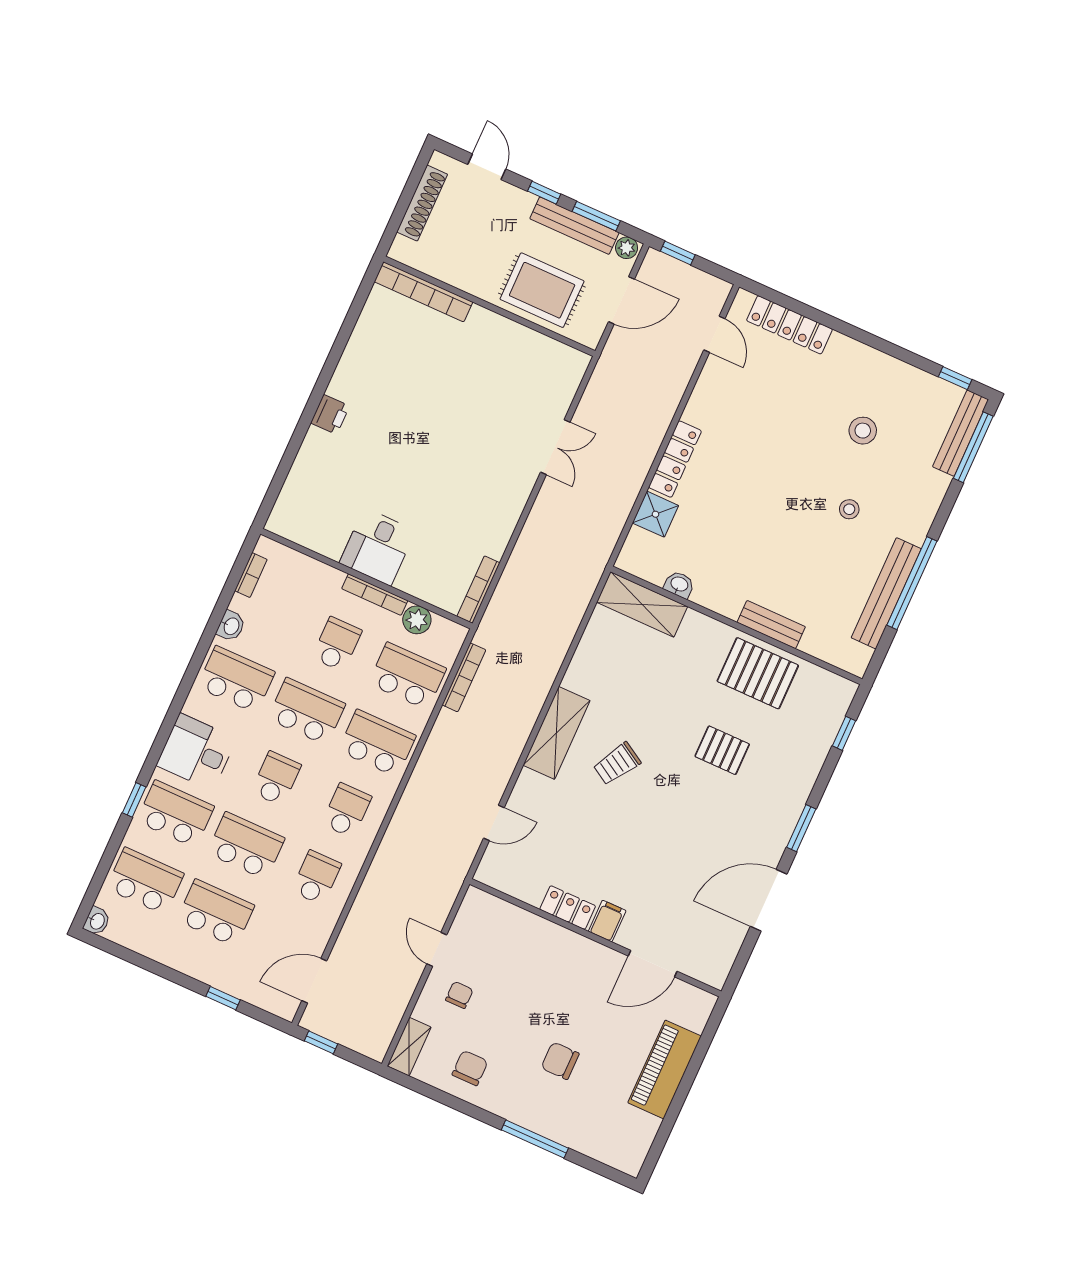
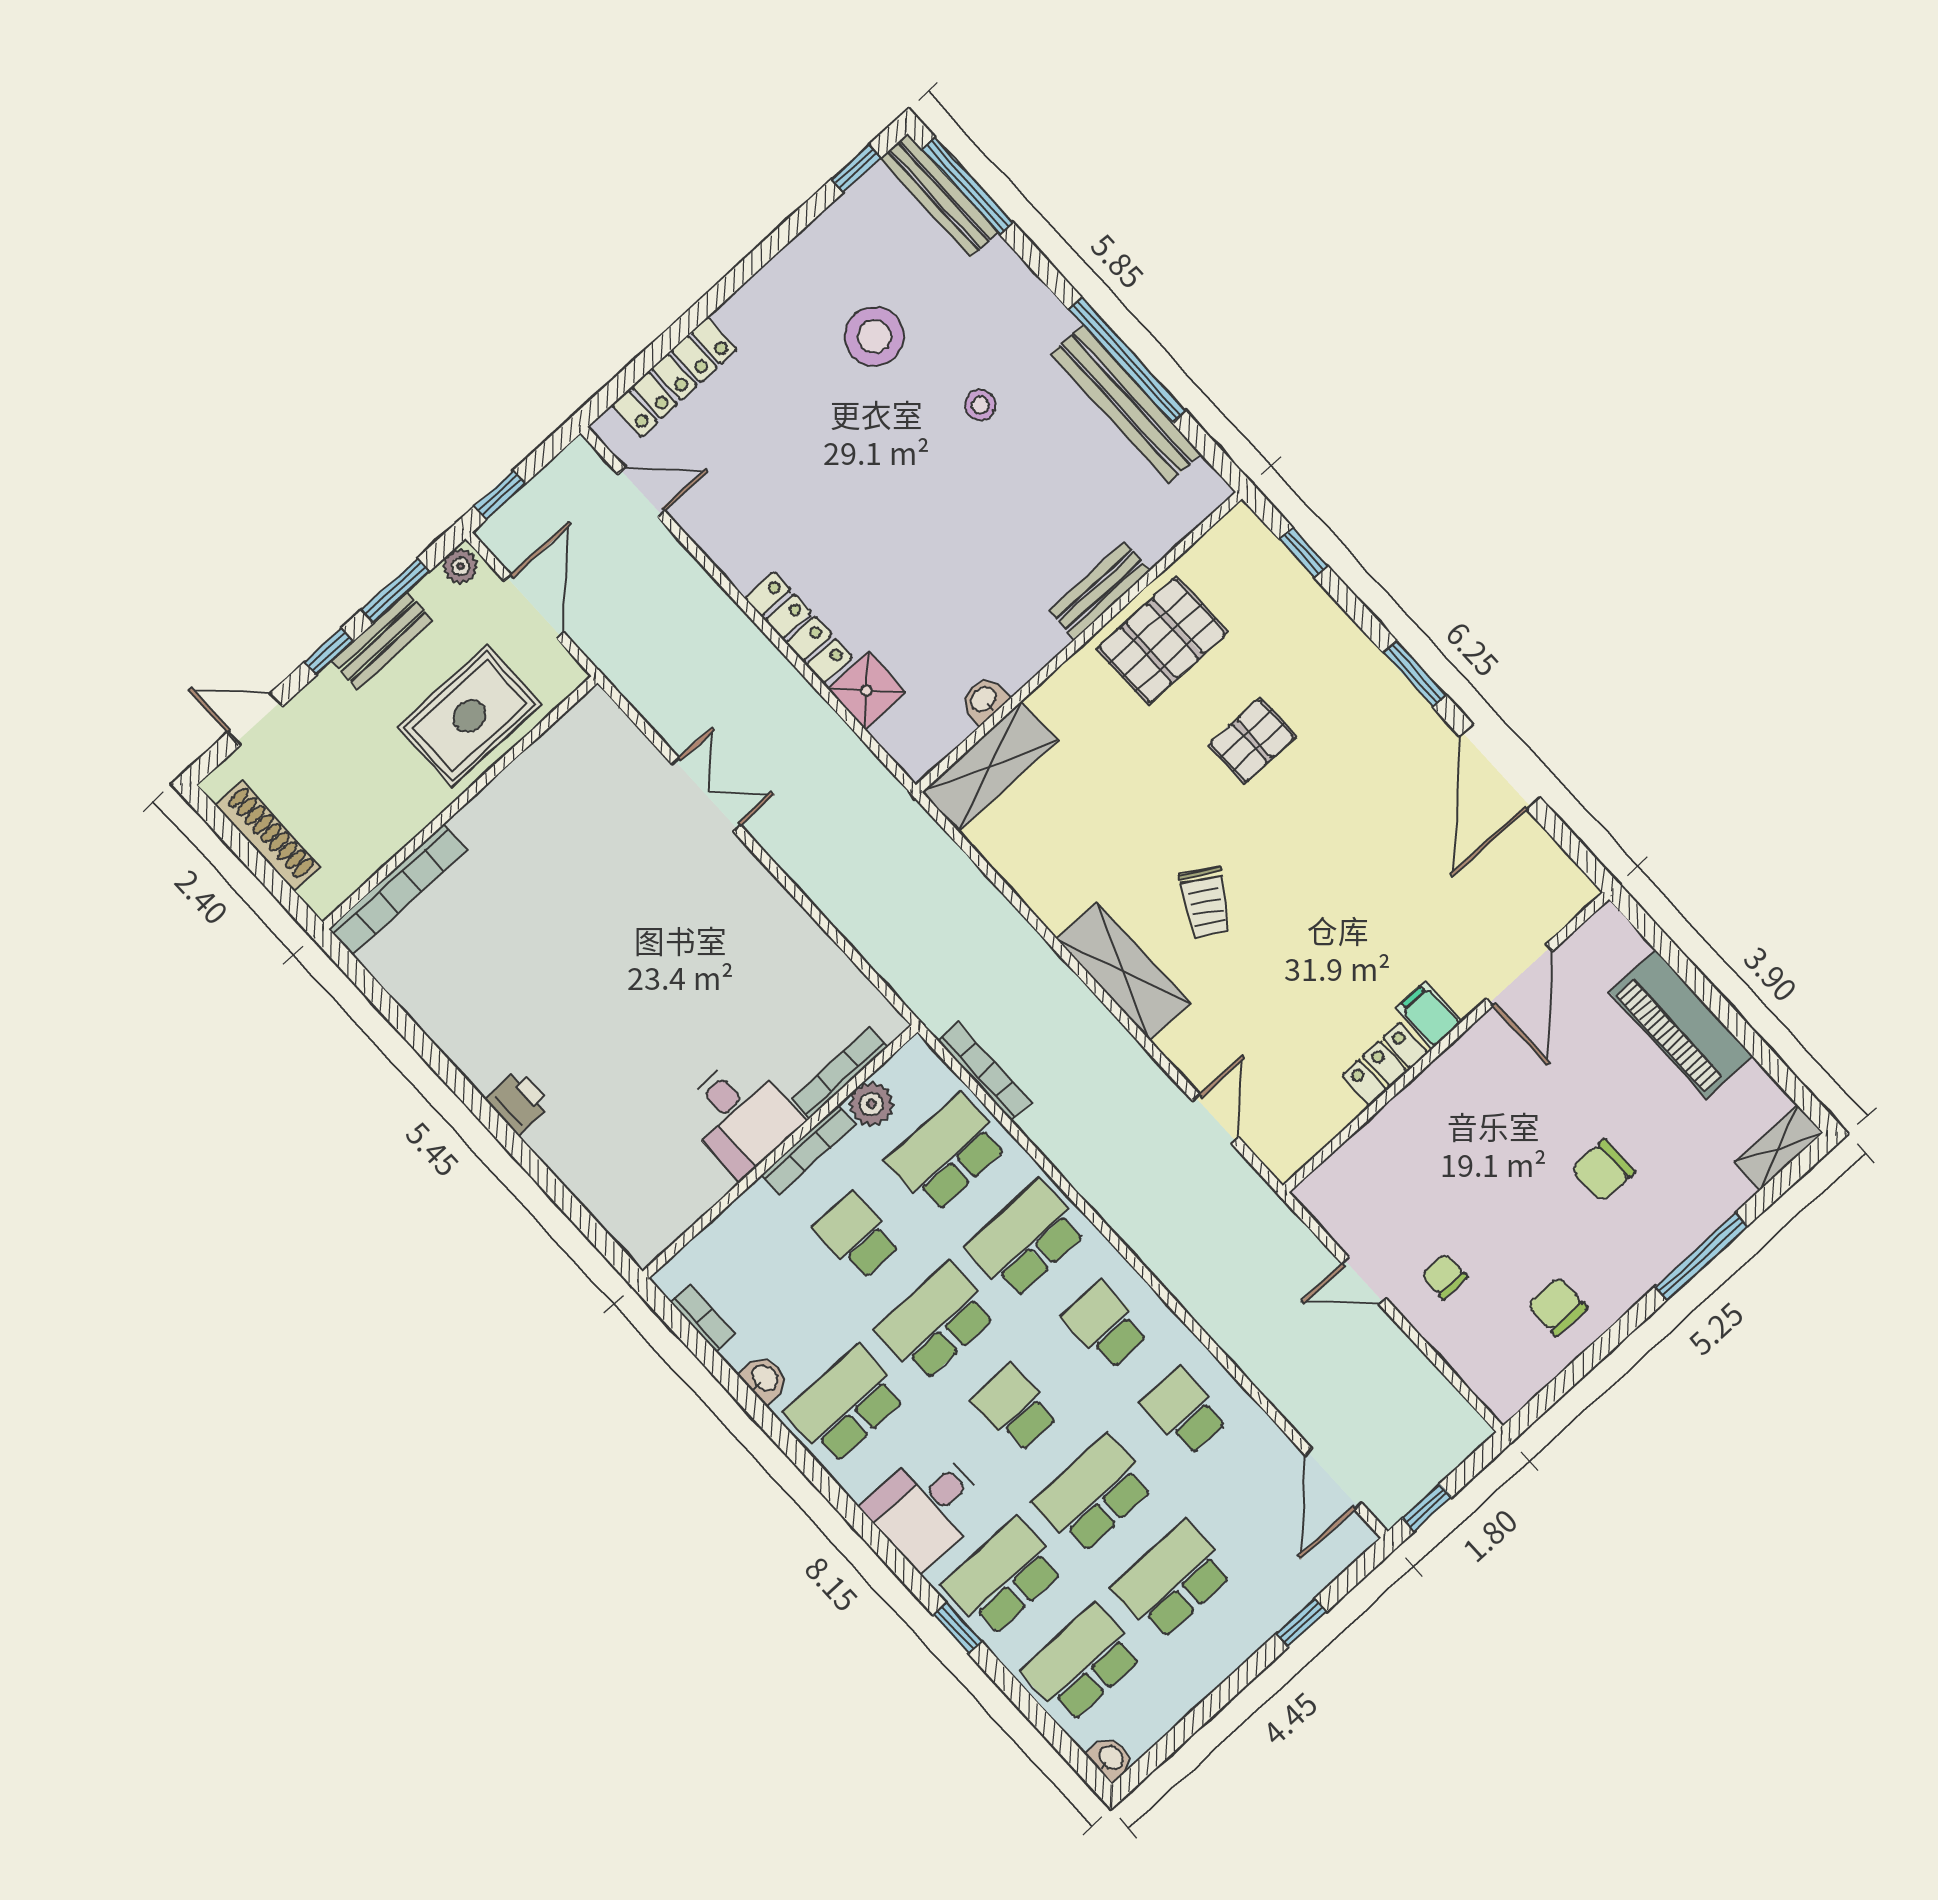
bench: (574, 226) -> (382, 641), width x0.73
stool: (863, 431) -> (874, 336), width x1.38, depth x1.38
bookcase: (478, 590) -> (839, 1073), moved, turned 90
shelving: (409, 1047) -> (1779, 1147), moved, turned 90

